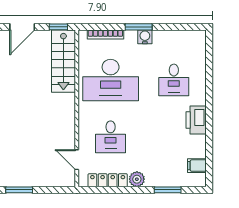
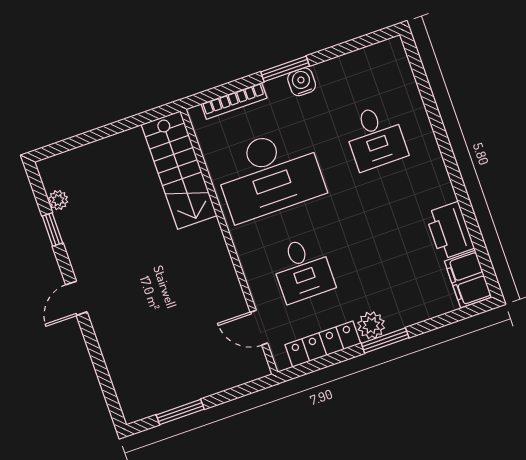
door: (22, 27) -> (90, 137), removed
window: (58, 27) -> (151, 116), removed
printer: (196, 120) -> (450, 231), moved
filing cabinet: (197, 166) -> (468, 279), width x2.00
window: (168, 190) -> (385, 341), moved

